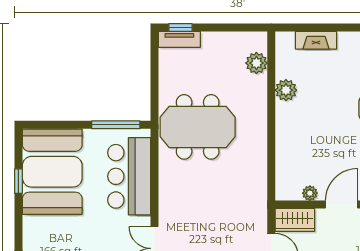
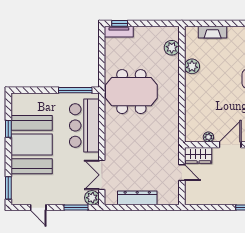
booth: (52, 172) -> (32, 145), moved

